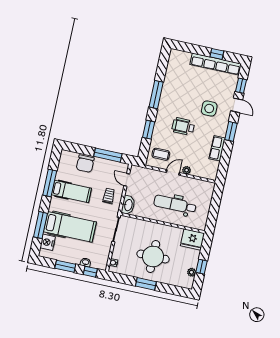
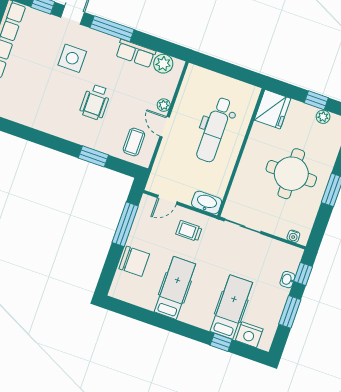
window: (156, 95) -> (40, 138), removed
window: (231, 131) -> (112, 29), width x1.44
plant: (213, 167) -> (163, 64), added
window: (50, 183) -> (158, 320), removed
window: (41, 225) -> (221, 342), width x0.46
hospital bed: (70, 227) -> (231, 307), width x0.73, depth x0.78

